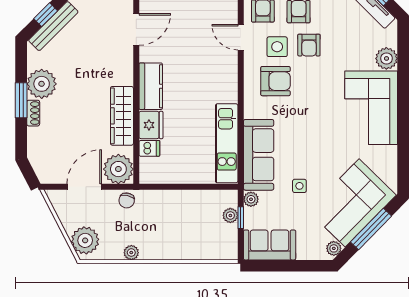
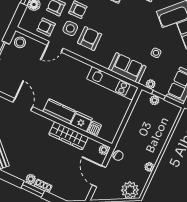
plant: (42, 84) -> (31, 179), width x0.53, depth x0.53
sofa: (259, 155) -> (127, 68), width x0.73
plant: (118, 169) -> (104, 150), width x0.53, depth x0.53

